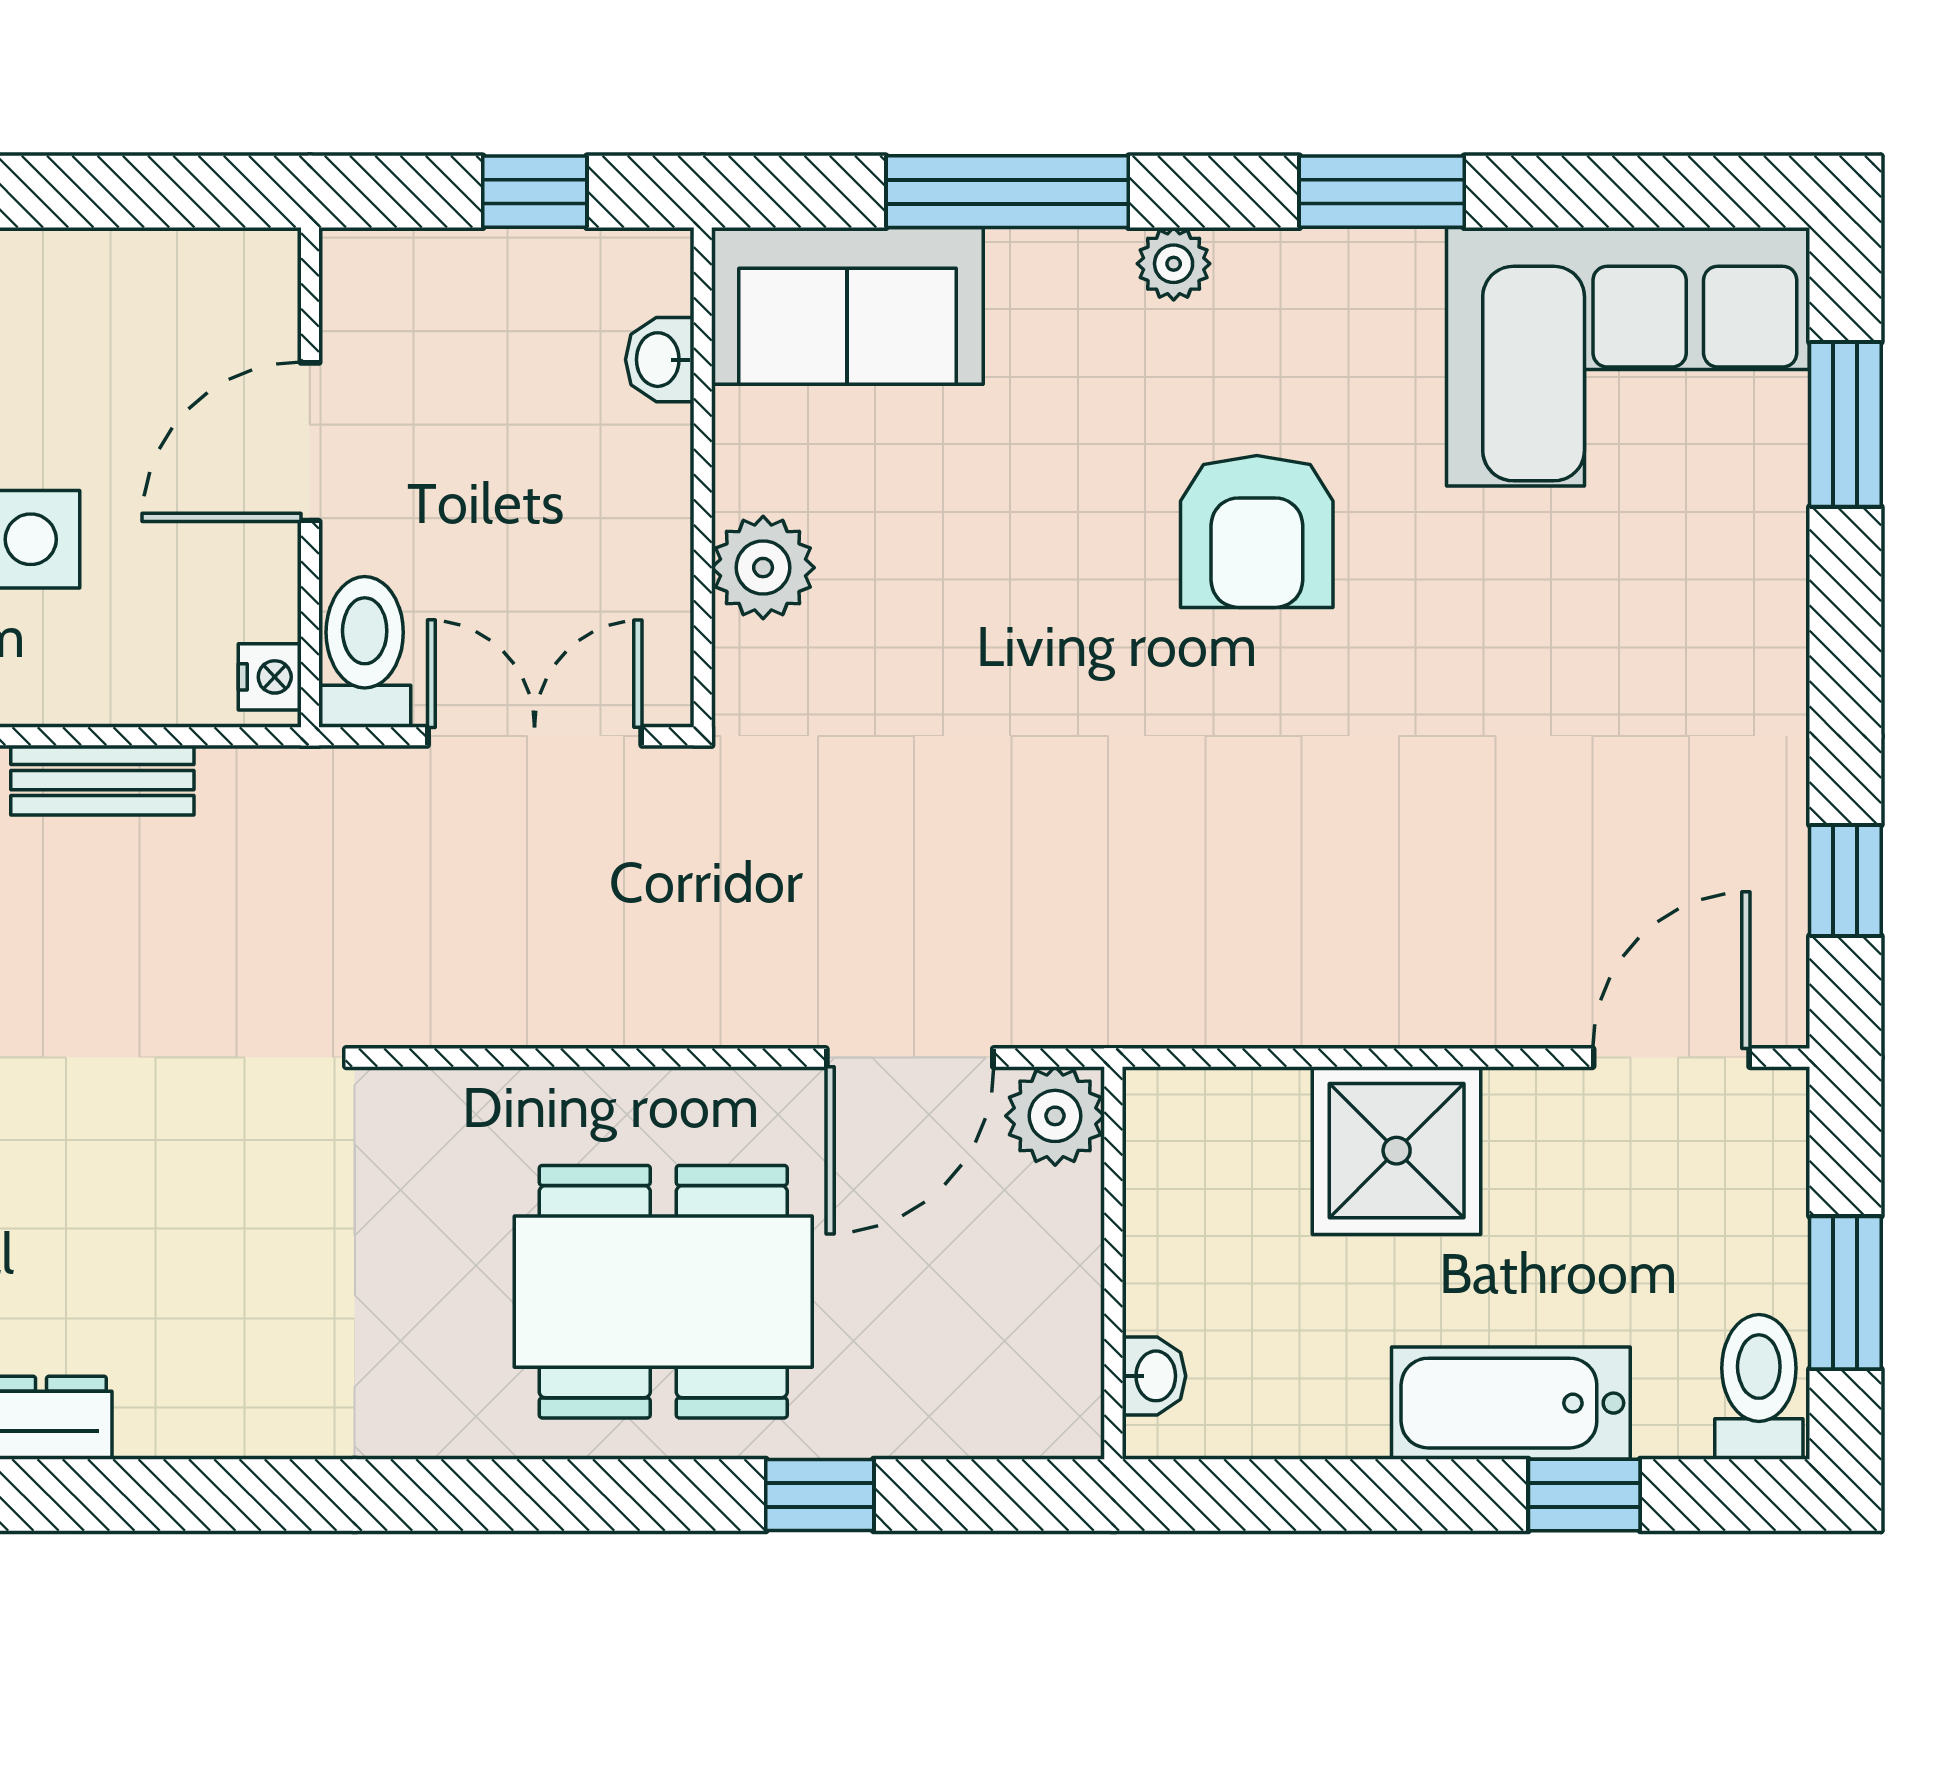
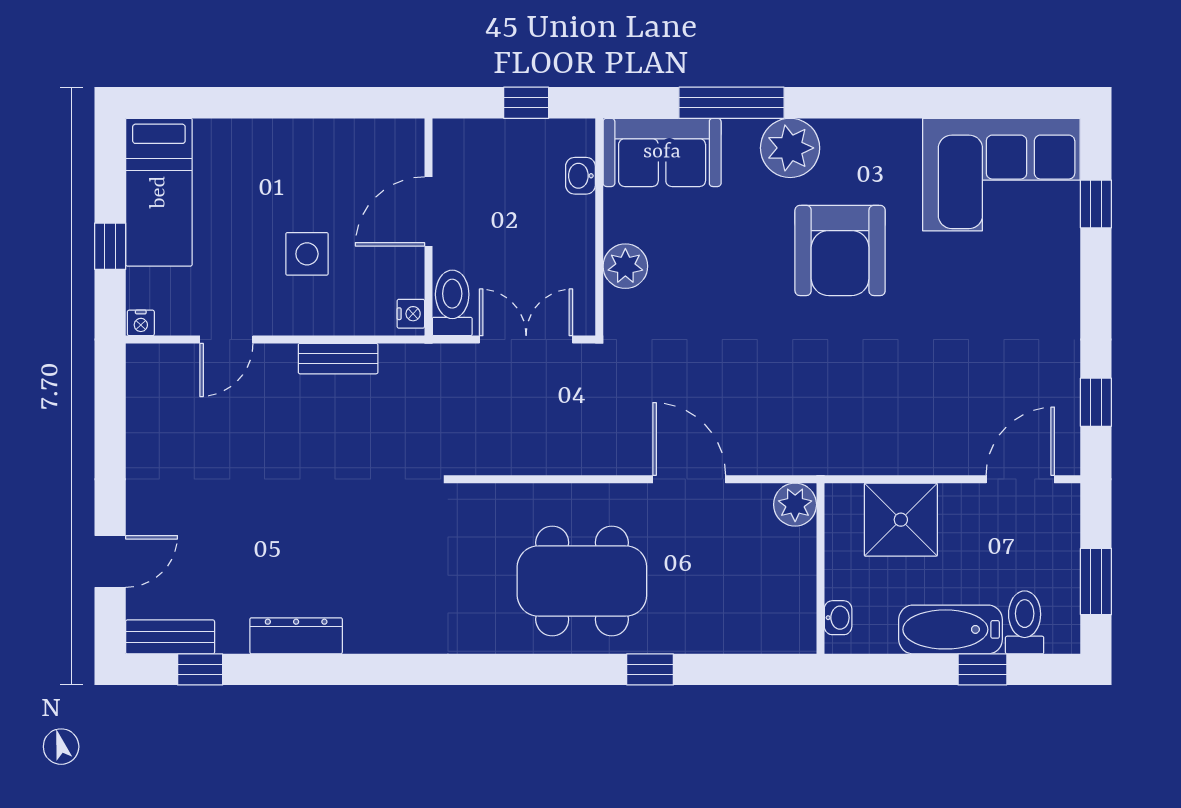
window: (1382, 192) -> (894, 103), removed
plant: (1174, 264) -> (790, 148), width x1.88, depth x1.88
window: (1845, 424) -> (1096, 204), width x0.67
armchair: (1257, 531) -> (840, 250), width x1.36, depth x1.36
door: (910, 1058) -> (689, 479), swing flipped
plant: (1055, 1116) -> (795, 505), moved
wall: (1113, 1263) -> (820, 568), moved
washbasin: (1154, 1376) -> (838, 618), moved
toilet: (1759, 1387) -> (1025, 622), moved

